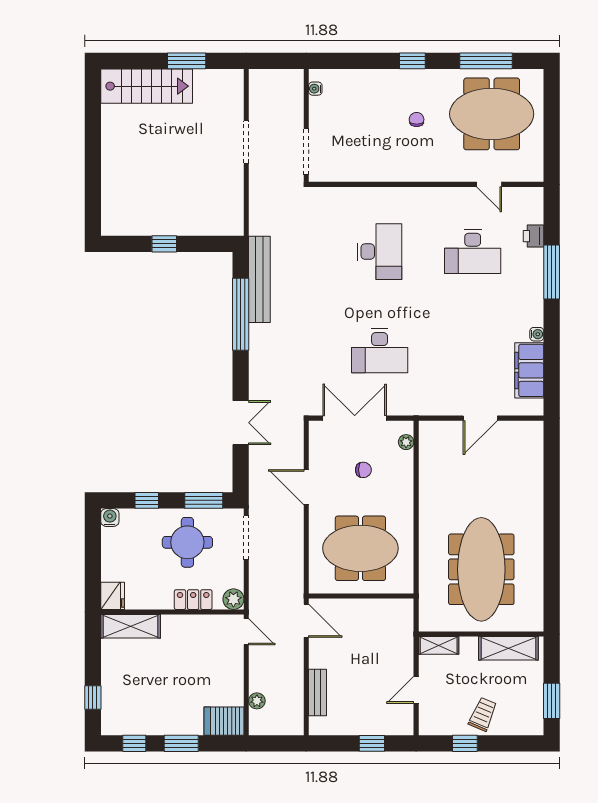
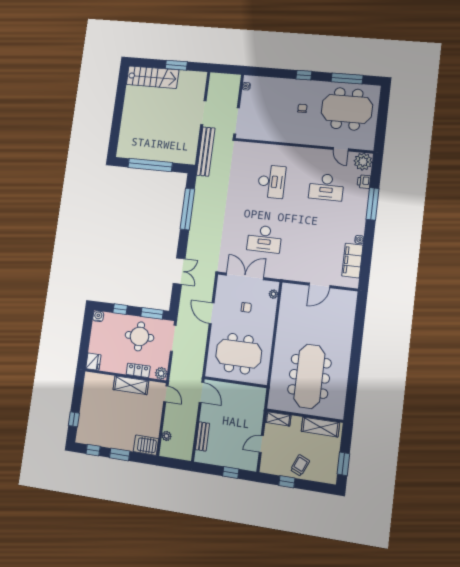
plant: (528, 202) -> (363, 162), added
window: (164, 244) -> (150, 165), width x3.17
bench: (259, 279) -> (206, 152), moved
shelving: (131, 626) -> (131, 385), moved

